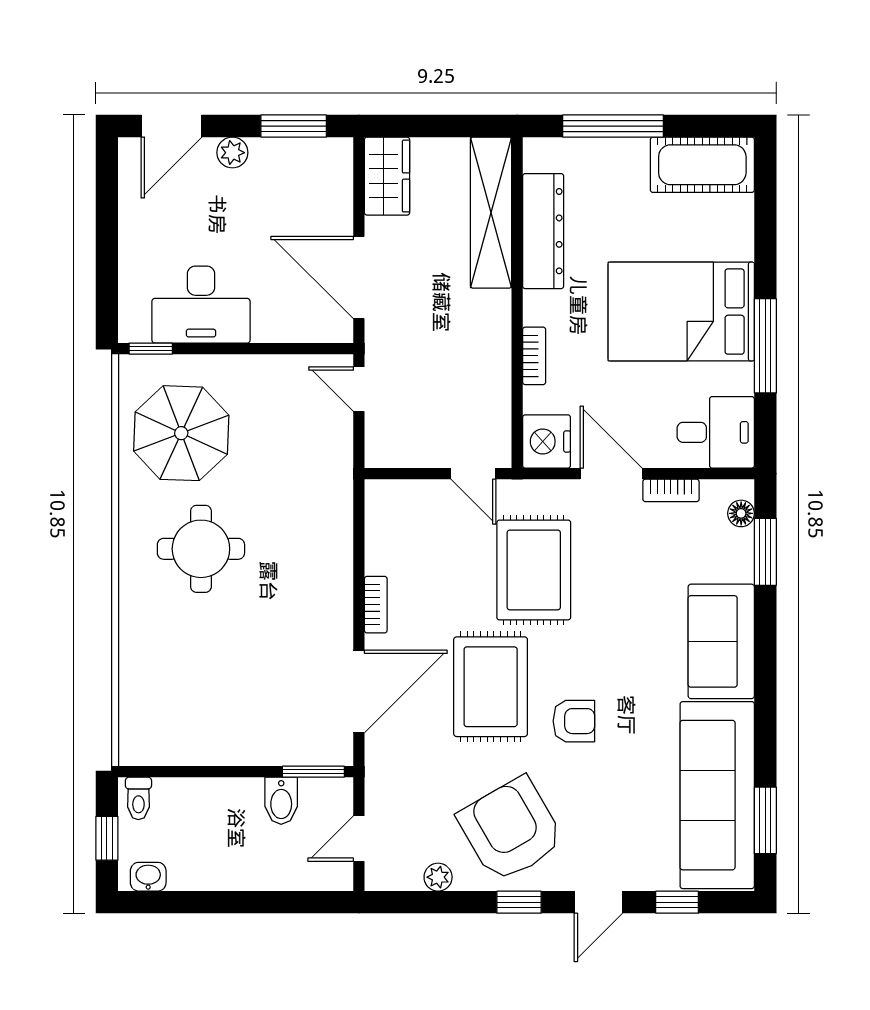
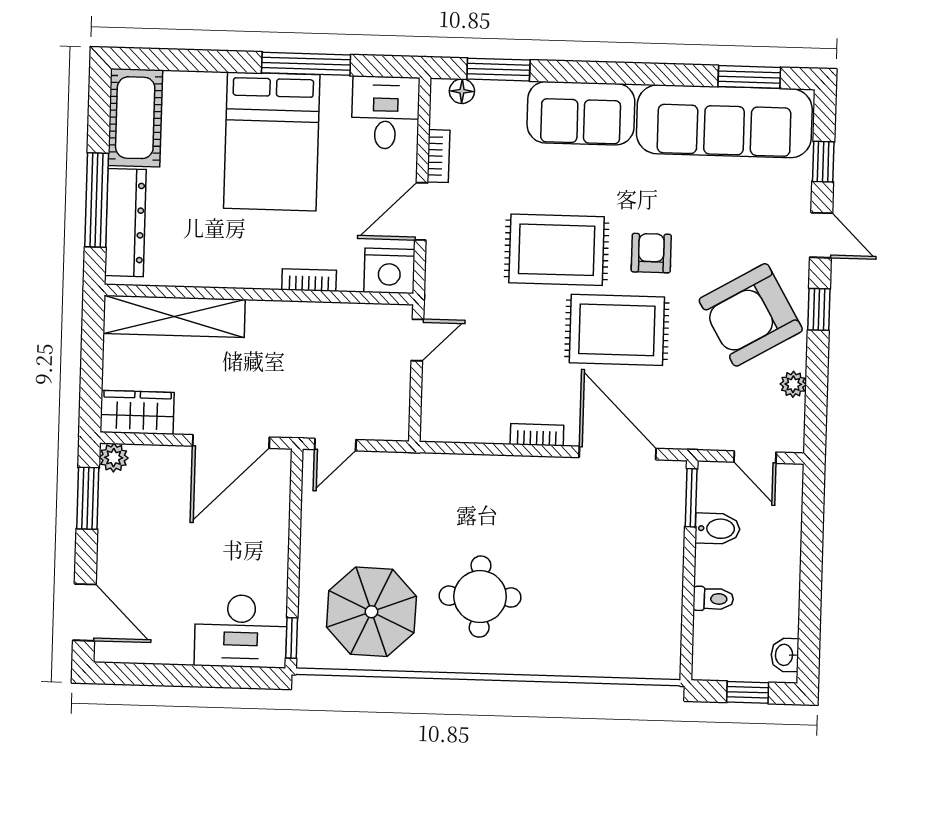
plant: (232, 153) -> (114, 458), moved
dresser: (543, 231) -> (125, 223), moved, turned 90
desk: (201, 305) -> (241, 631), moved, turned 90
rug: (534, 570) -> (557, 250), moved
toilet: (138, 798) -> (713, 599), moved

